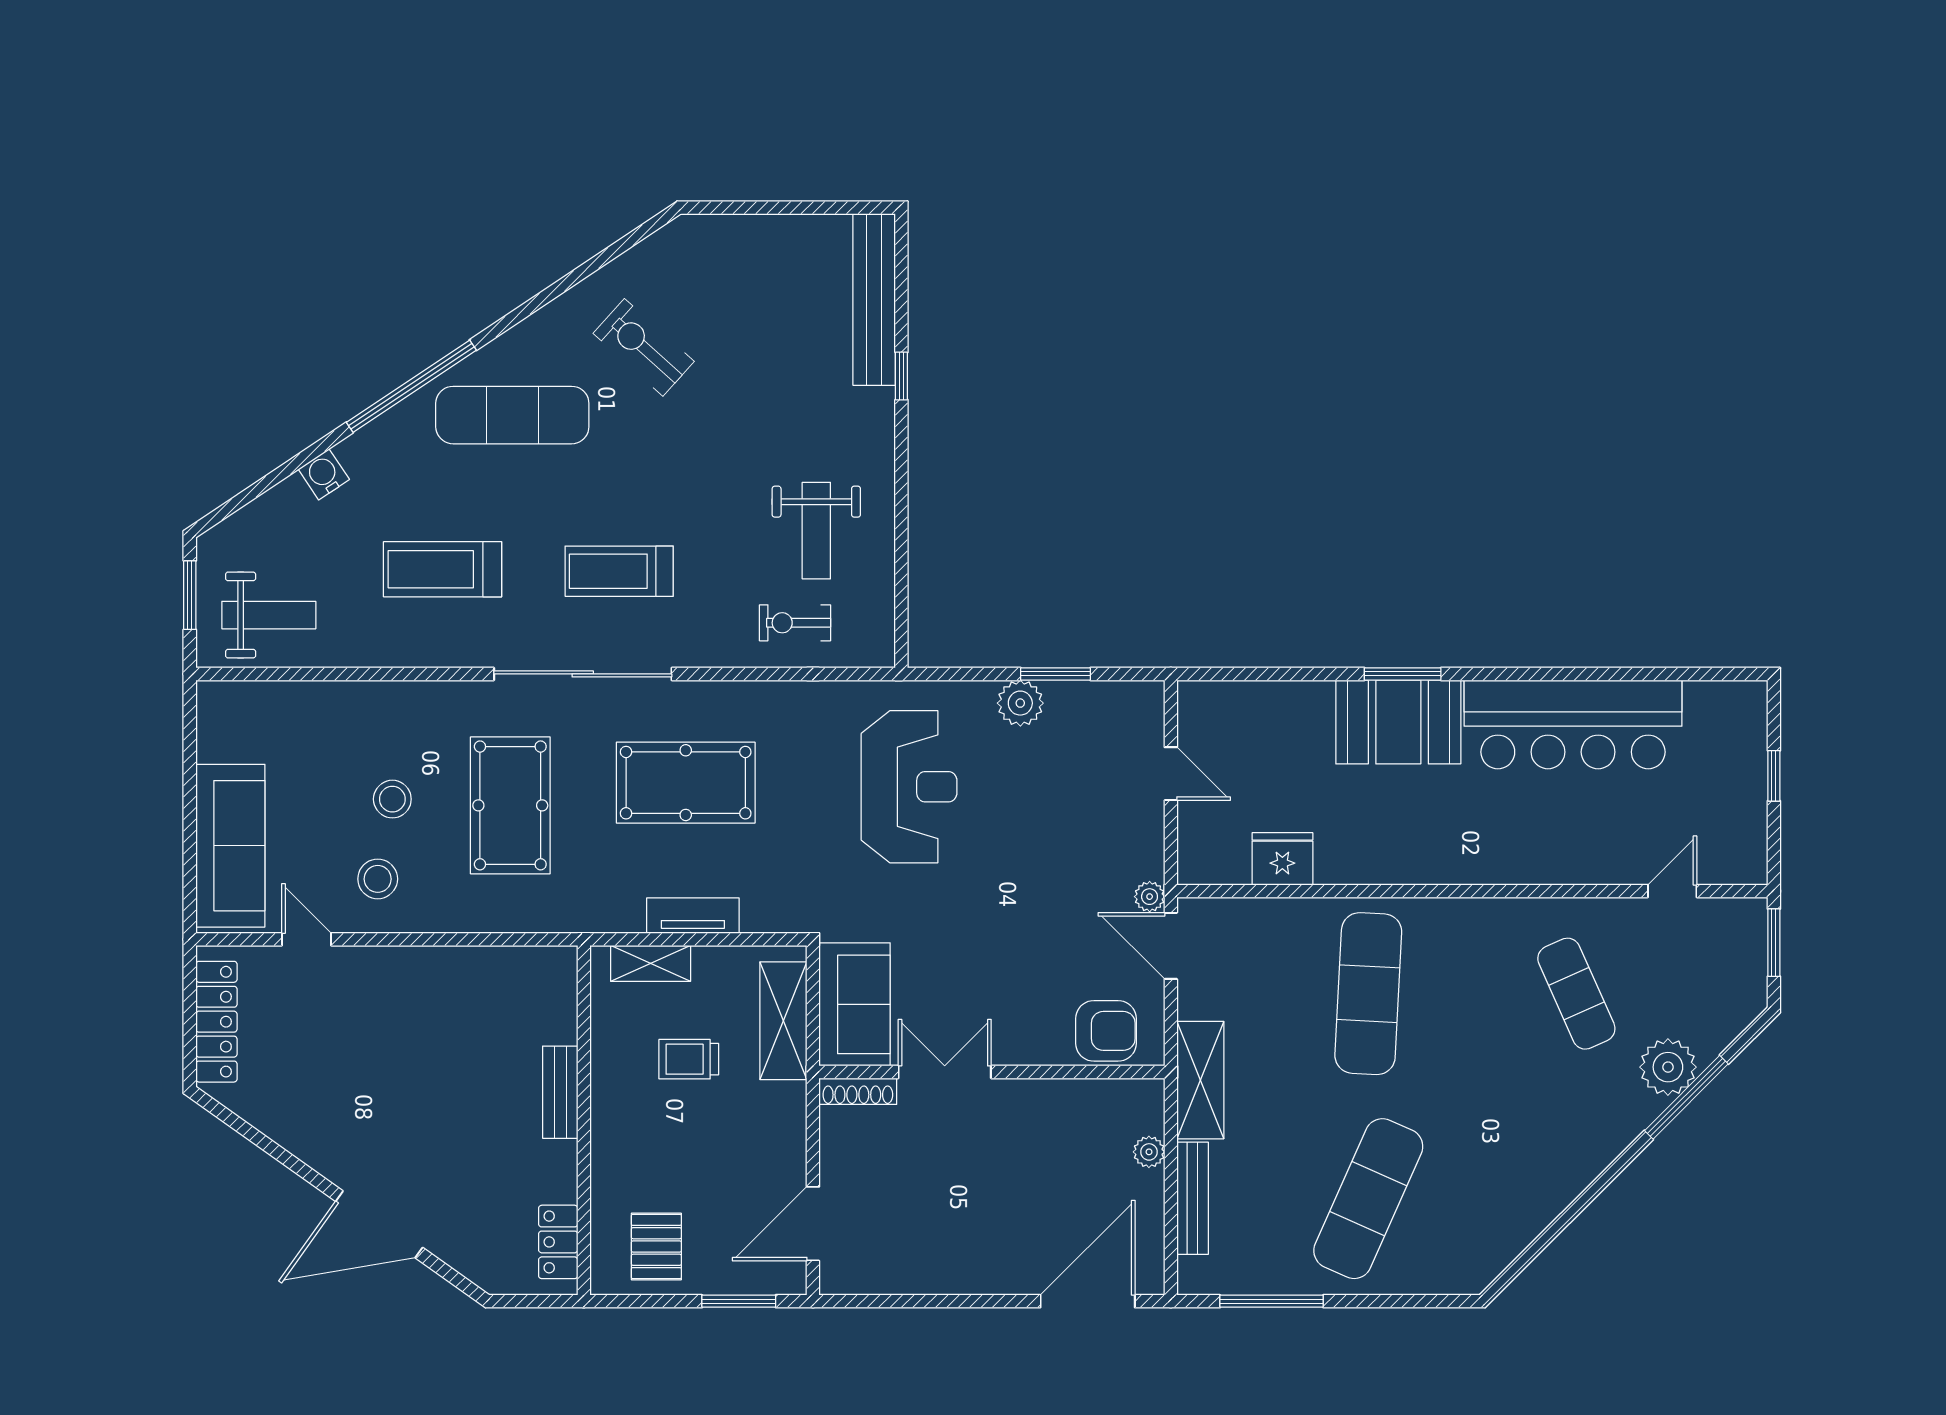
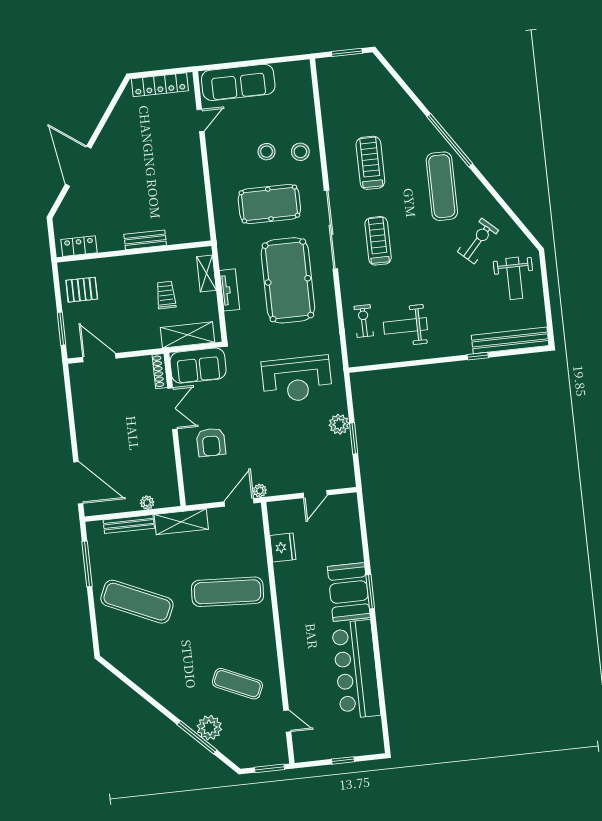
water cooler: (324, 474) -> (407, 106), removed
weight bench: (269, 615) -> (514, 278), moved
pool table: (686, 783) -> (288, 280), width x1.36, depth x1.32
stool: (378, 879) -> (300, 152), moved
exercise mat: (1576, 994) -> (237, 684), turned 48
armchair: (1106, 1031) -> (211, 442), moved

